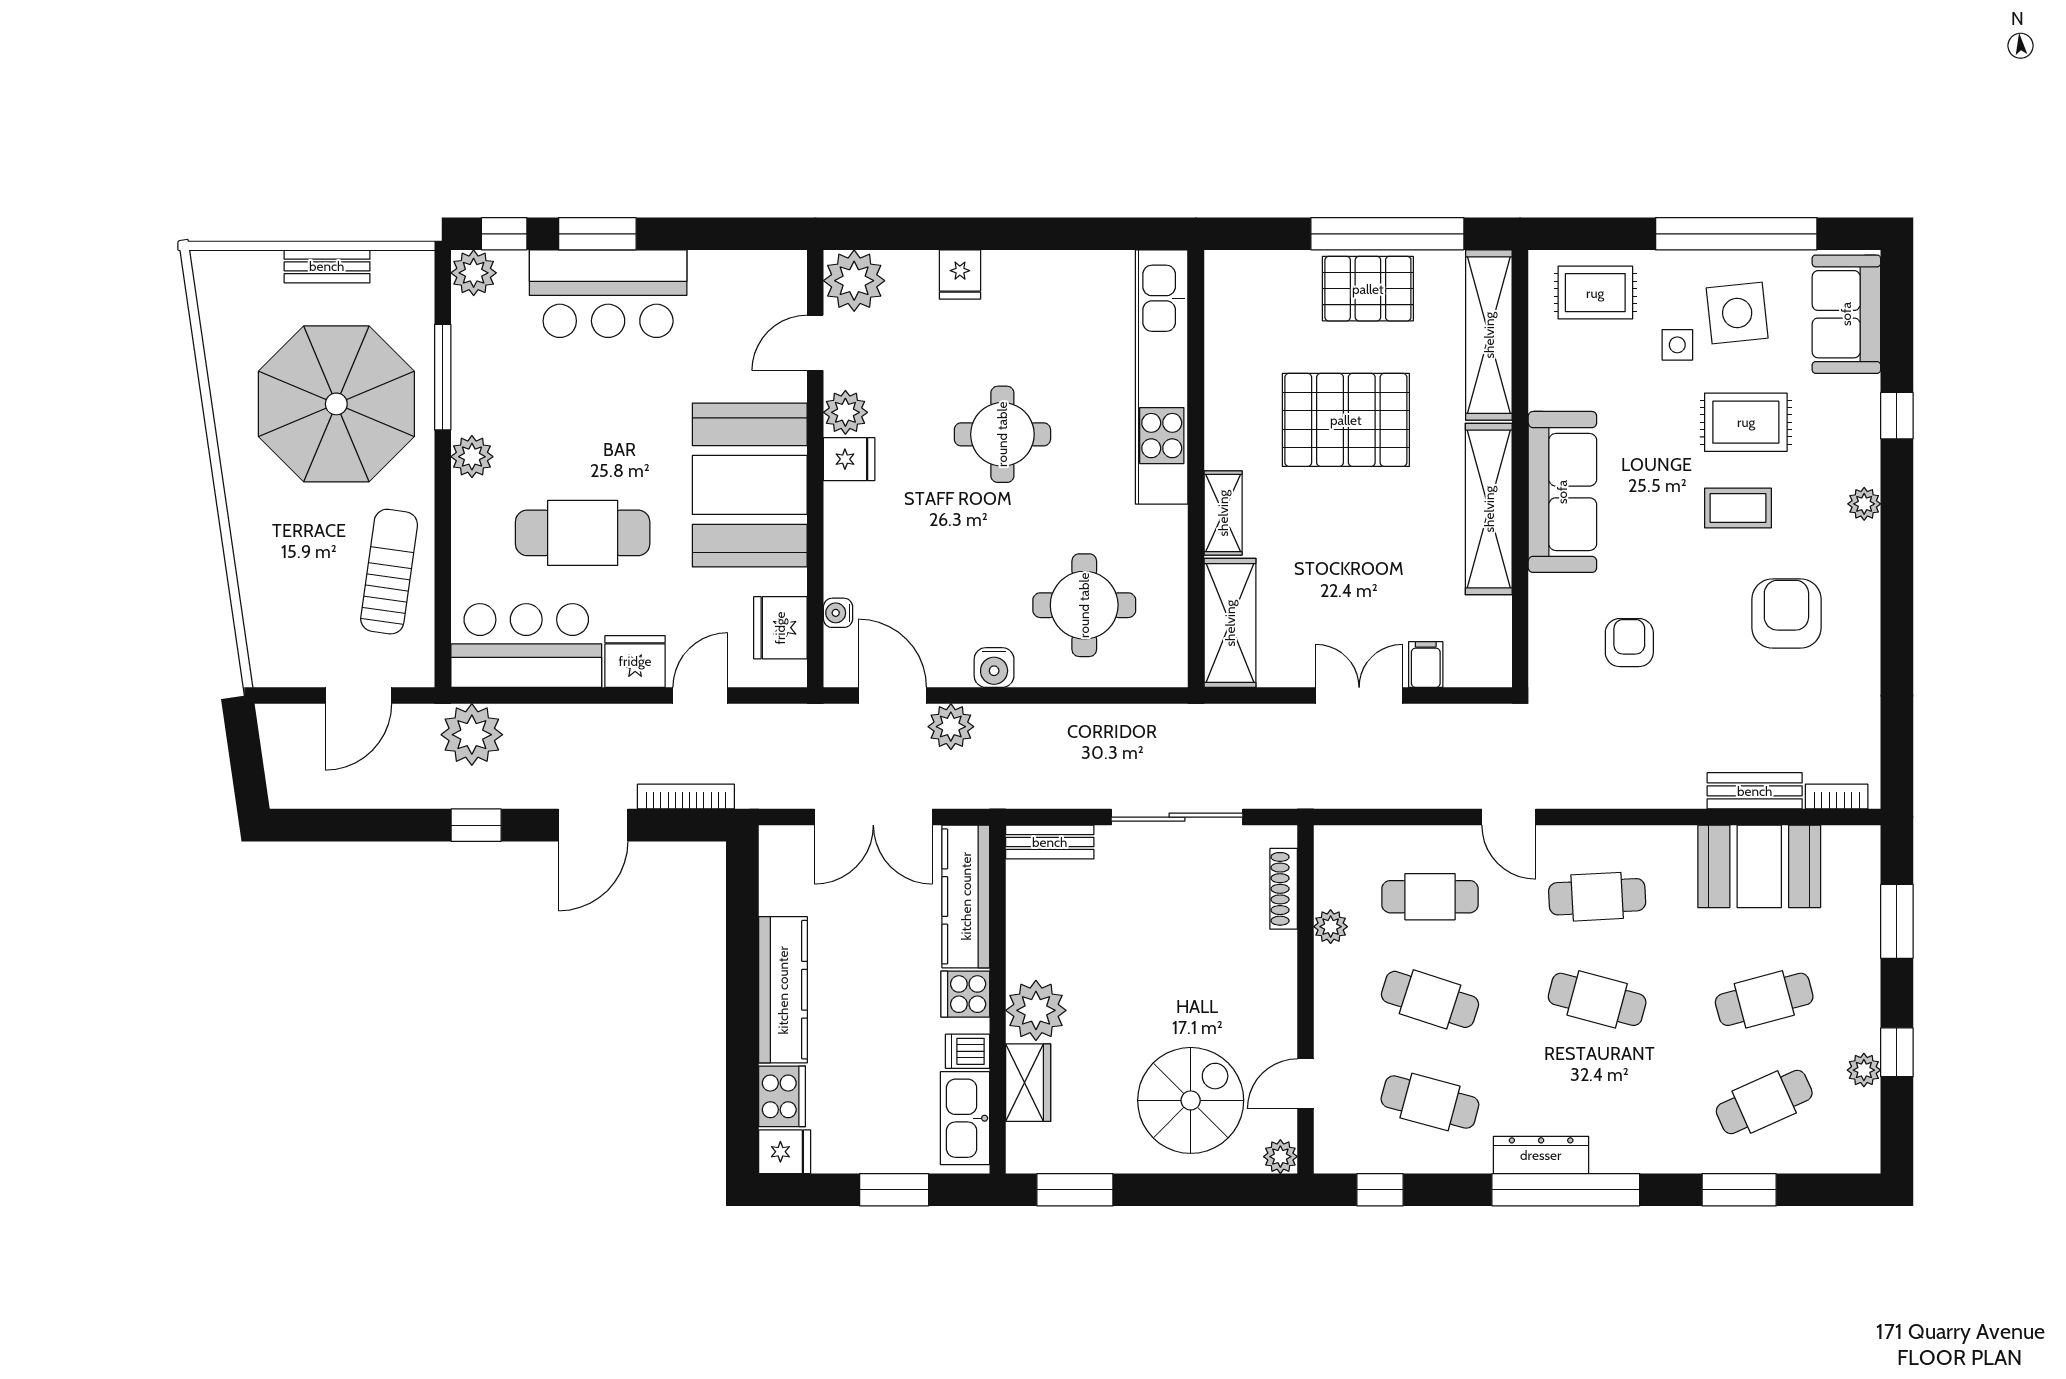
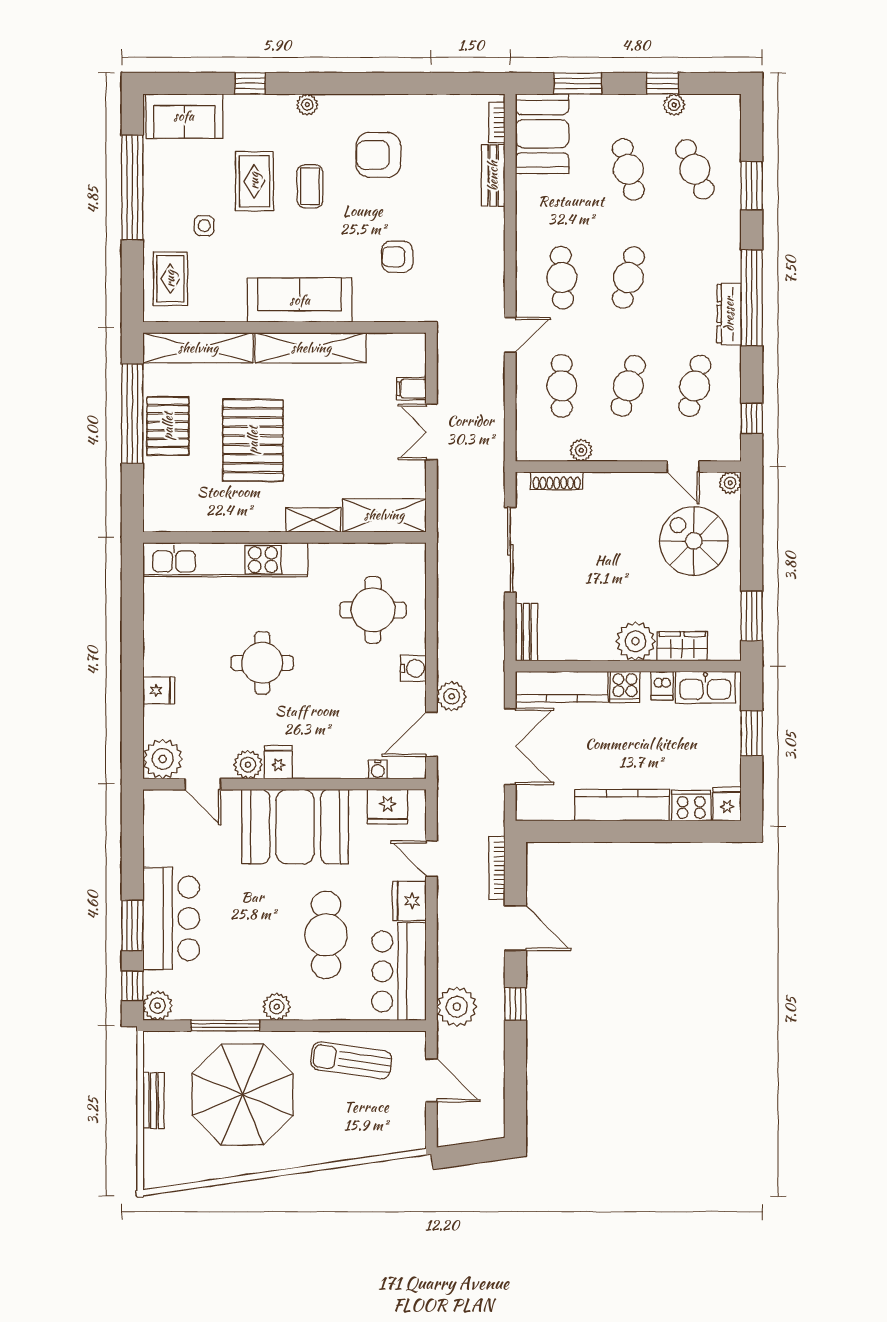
side table: (1737, 313) -> (184, 187), removed
booth: (1759, 866) -> (542, 134), moved

